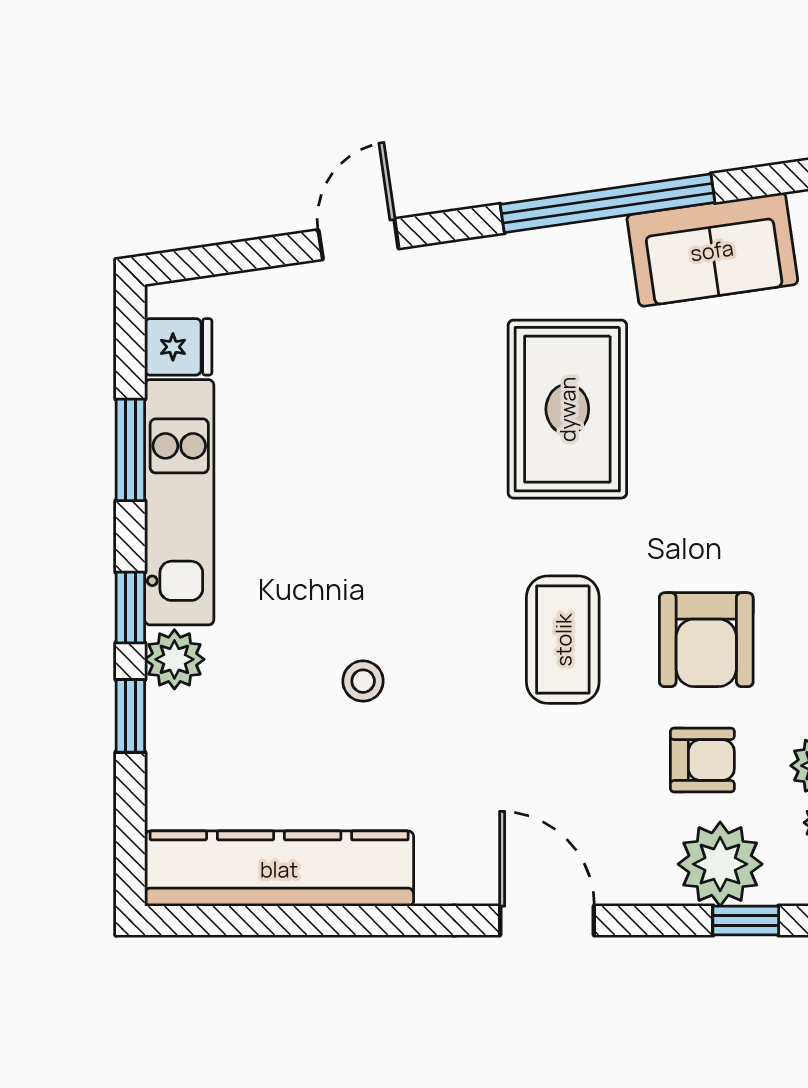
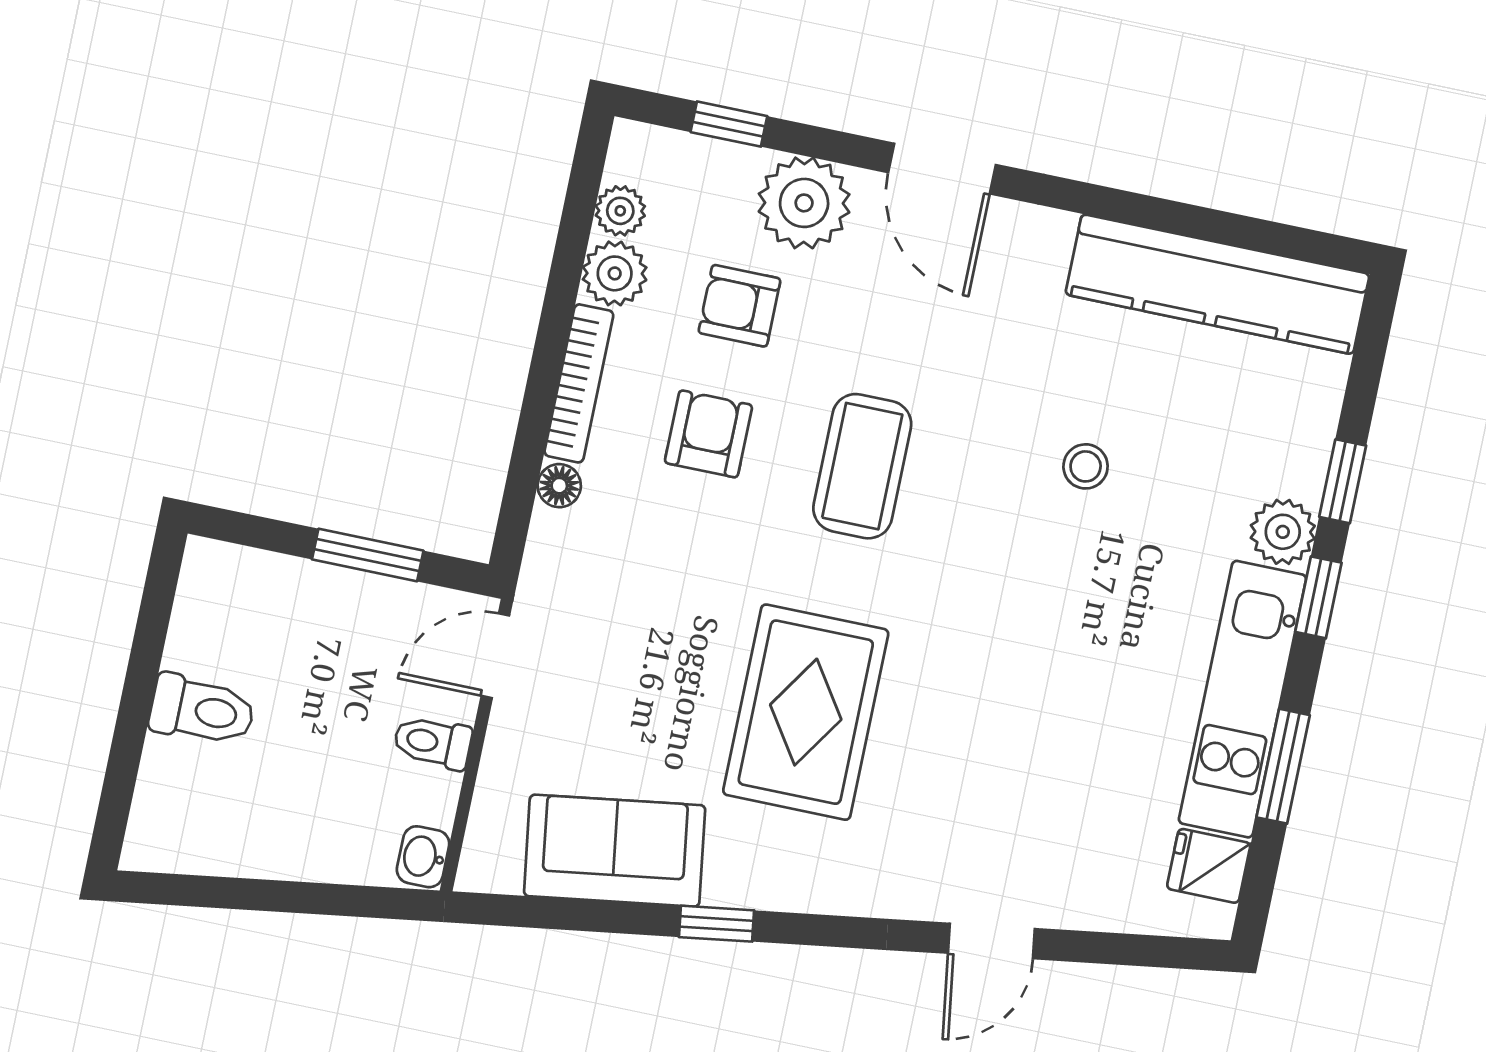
window: (608, 203) -> (716, 924), width x0.32
armchair: (706, 640) -> (708, 434), width x0.72, depth x0.72
plant: (720, 864) -> (804, 203), moved

